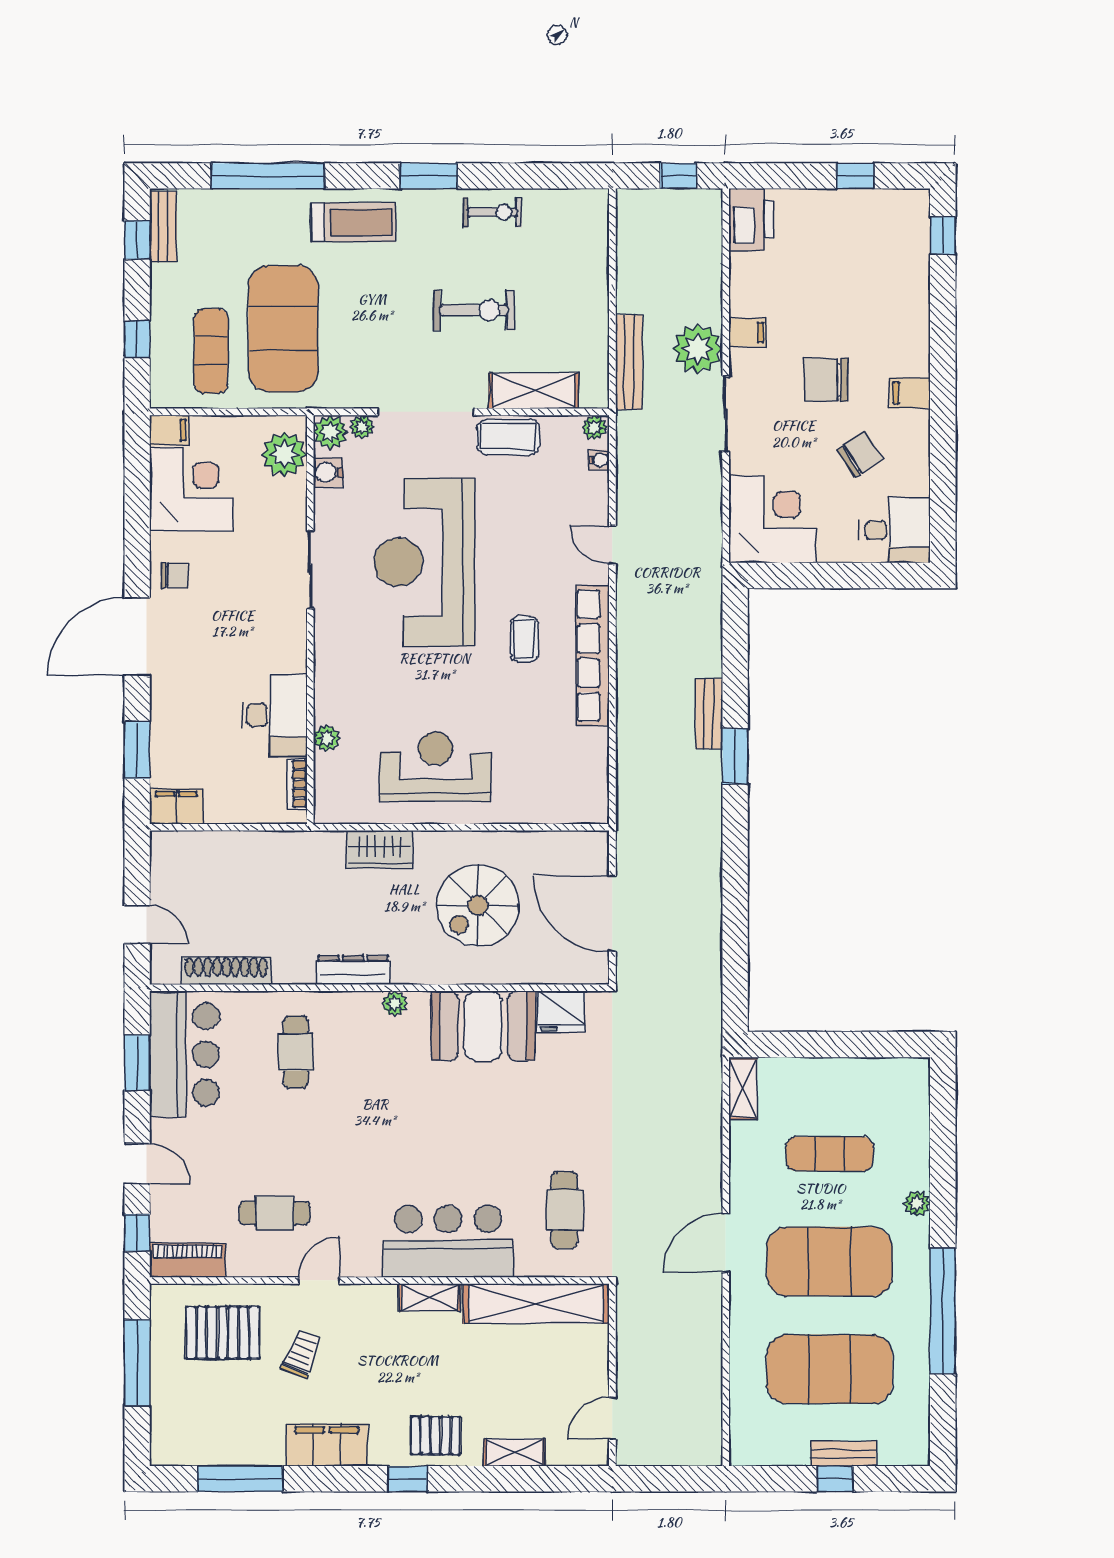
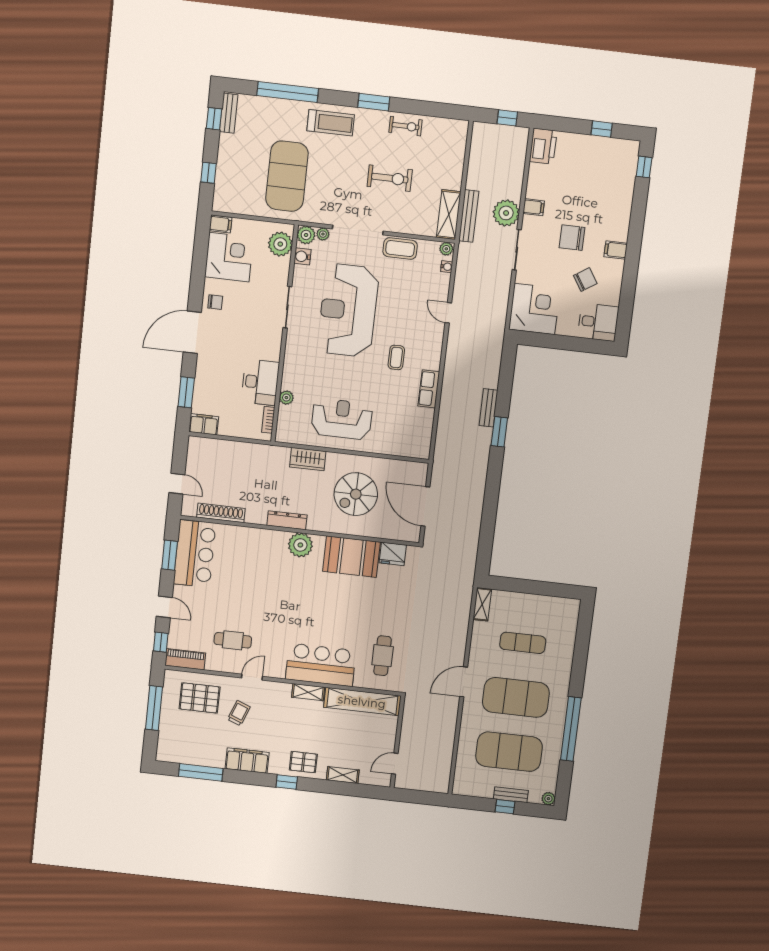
exercise mat: (211, 351) -> (247, 184), removed
shelving: (534, 391) -> (449, 215), moved, turned 90
row of seats: (593, 656) -> (429, 389), width x0.50
plant: (395, 1004) -> (300, 545), width x1.87, depth x1.87
cafe table: (296, 1052) -> (253, 559), removed
plant: (917, 1203) -> (548, 799), moved

